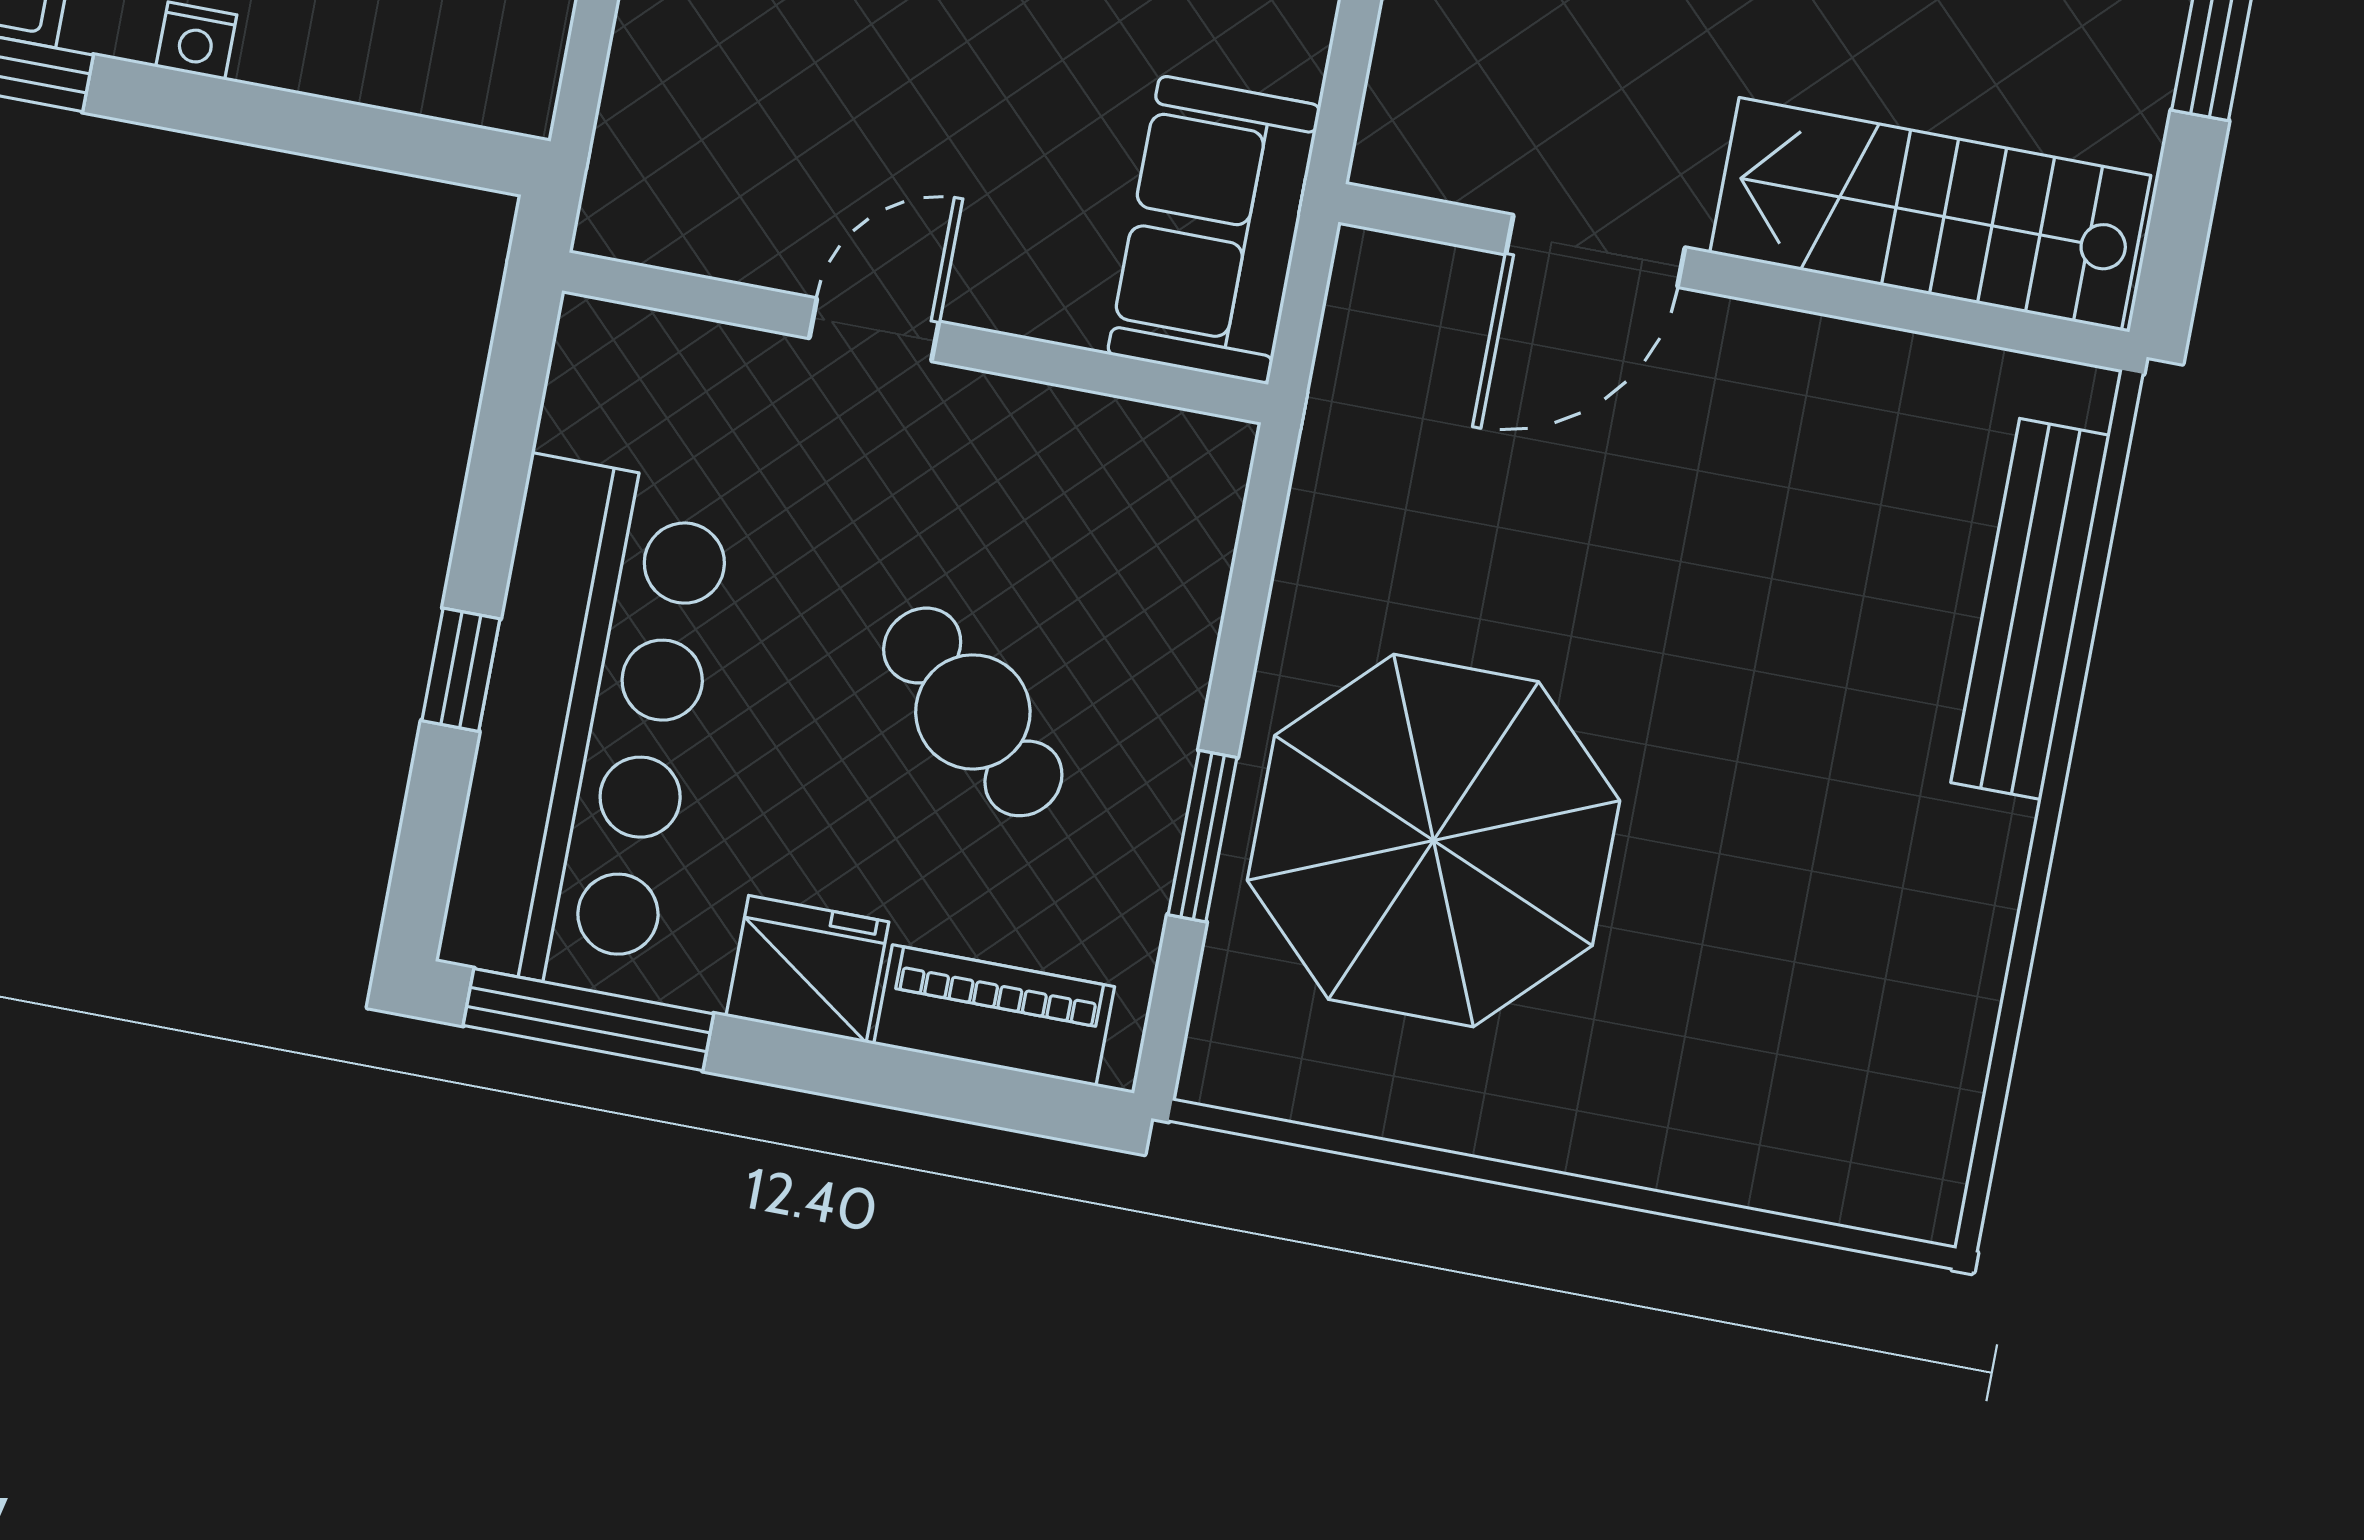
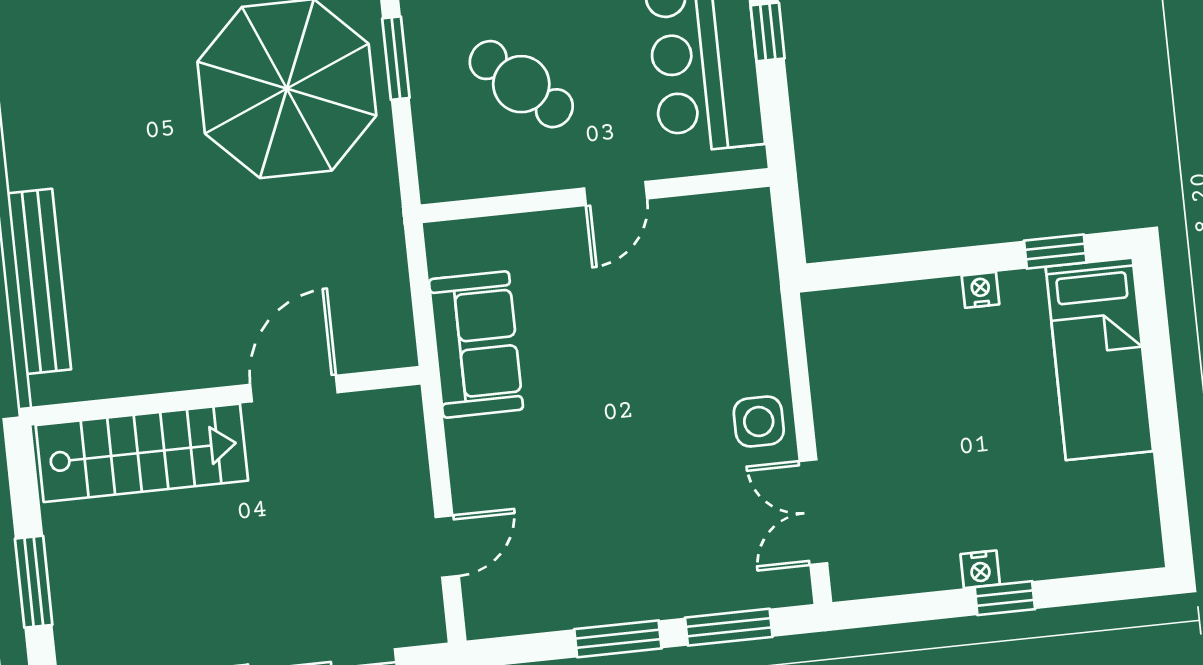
door: (874, 330) -> (616, 193), moved
wall: (915, 338) -> (595, 196), moved

